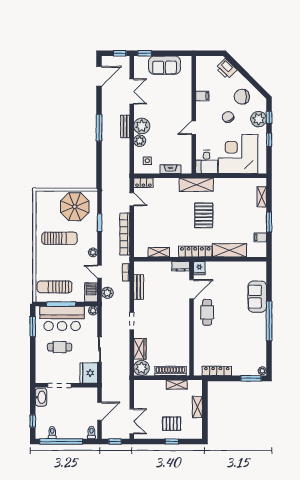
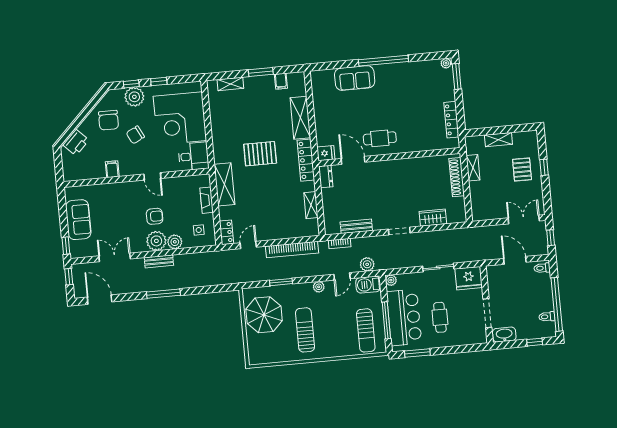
armchair: (162, 126) -> (155, 216), added
shelving: (196, 185) -> (224, 184), moved
plant: (141, 368) -> (456, 213), removed

